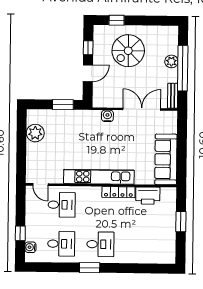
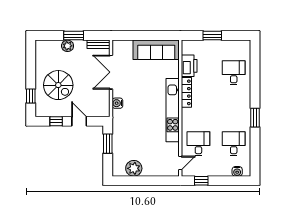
window: (183, 68) -> (74, 36), width x0.47
window: (20, 233) -> (201, 181), moved
desk: (100, 244) -> (234, 73), moved

